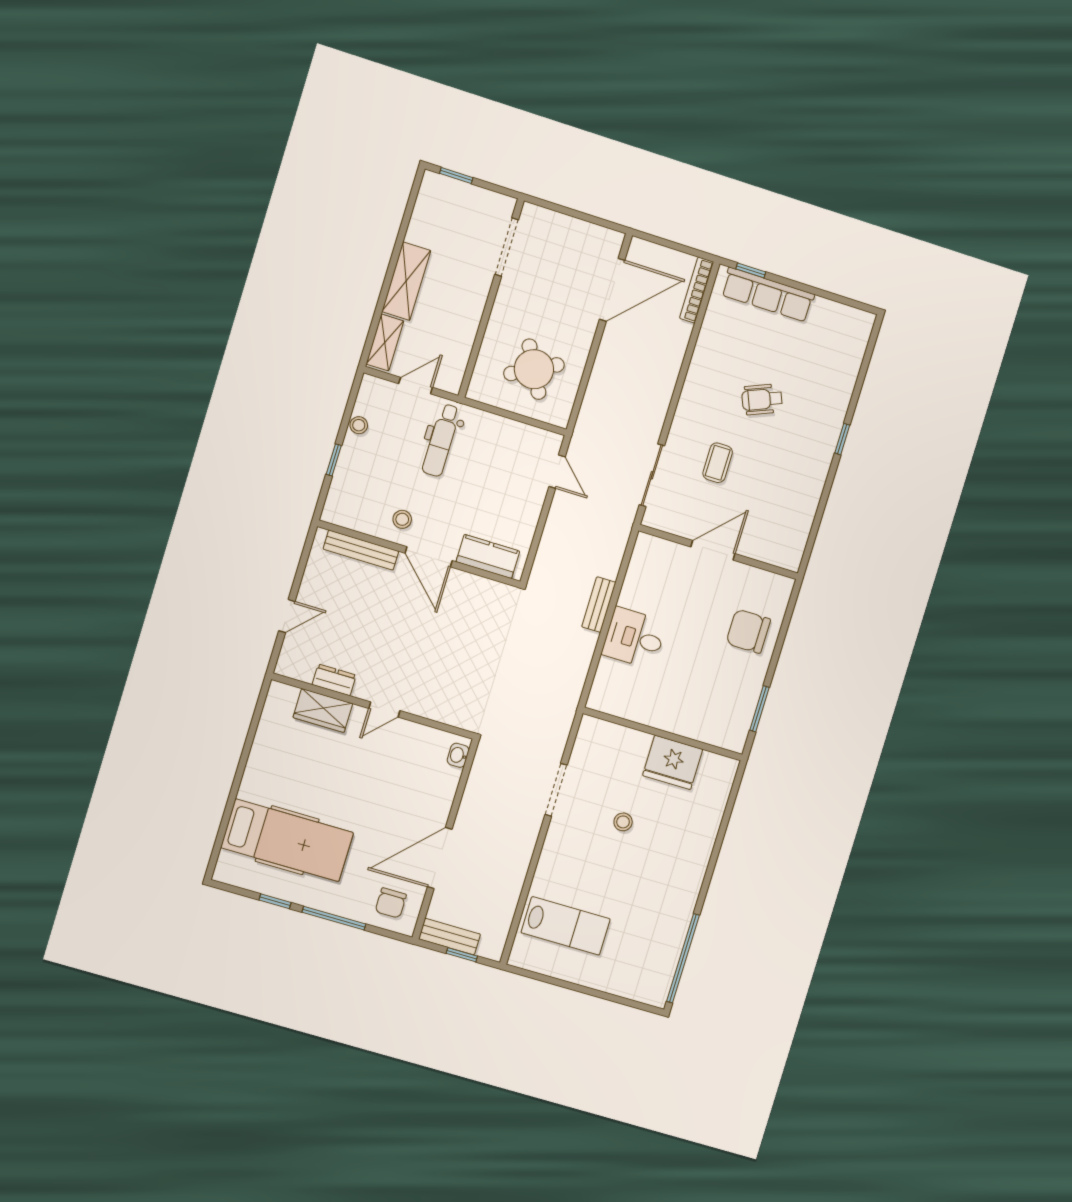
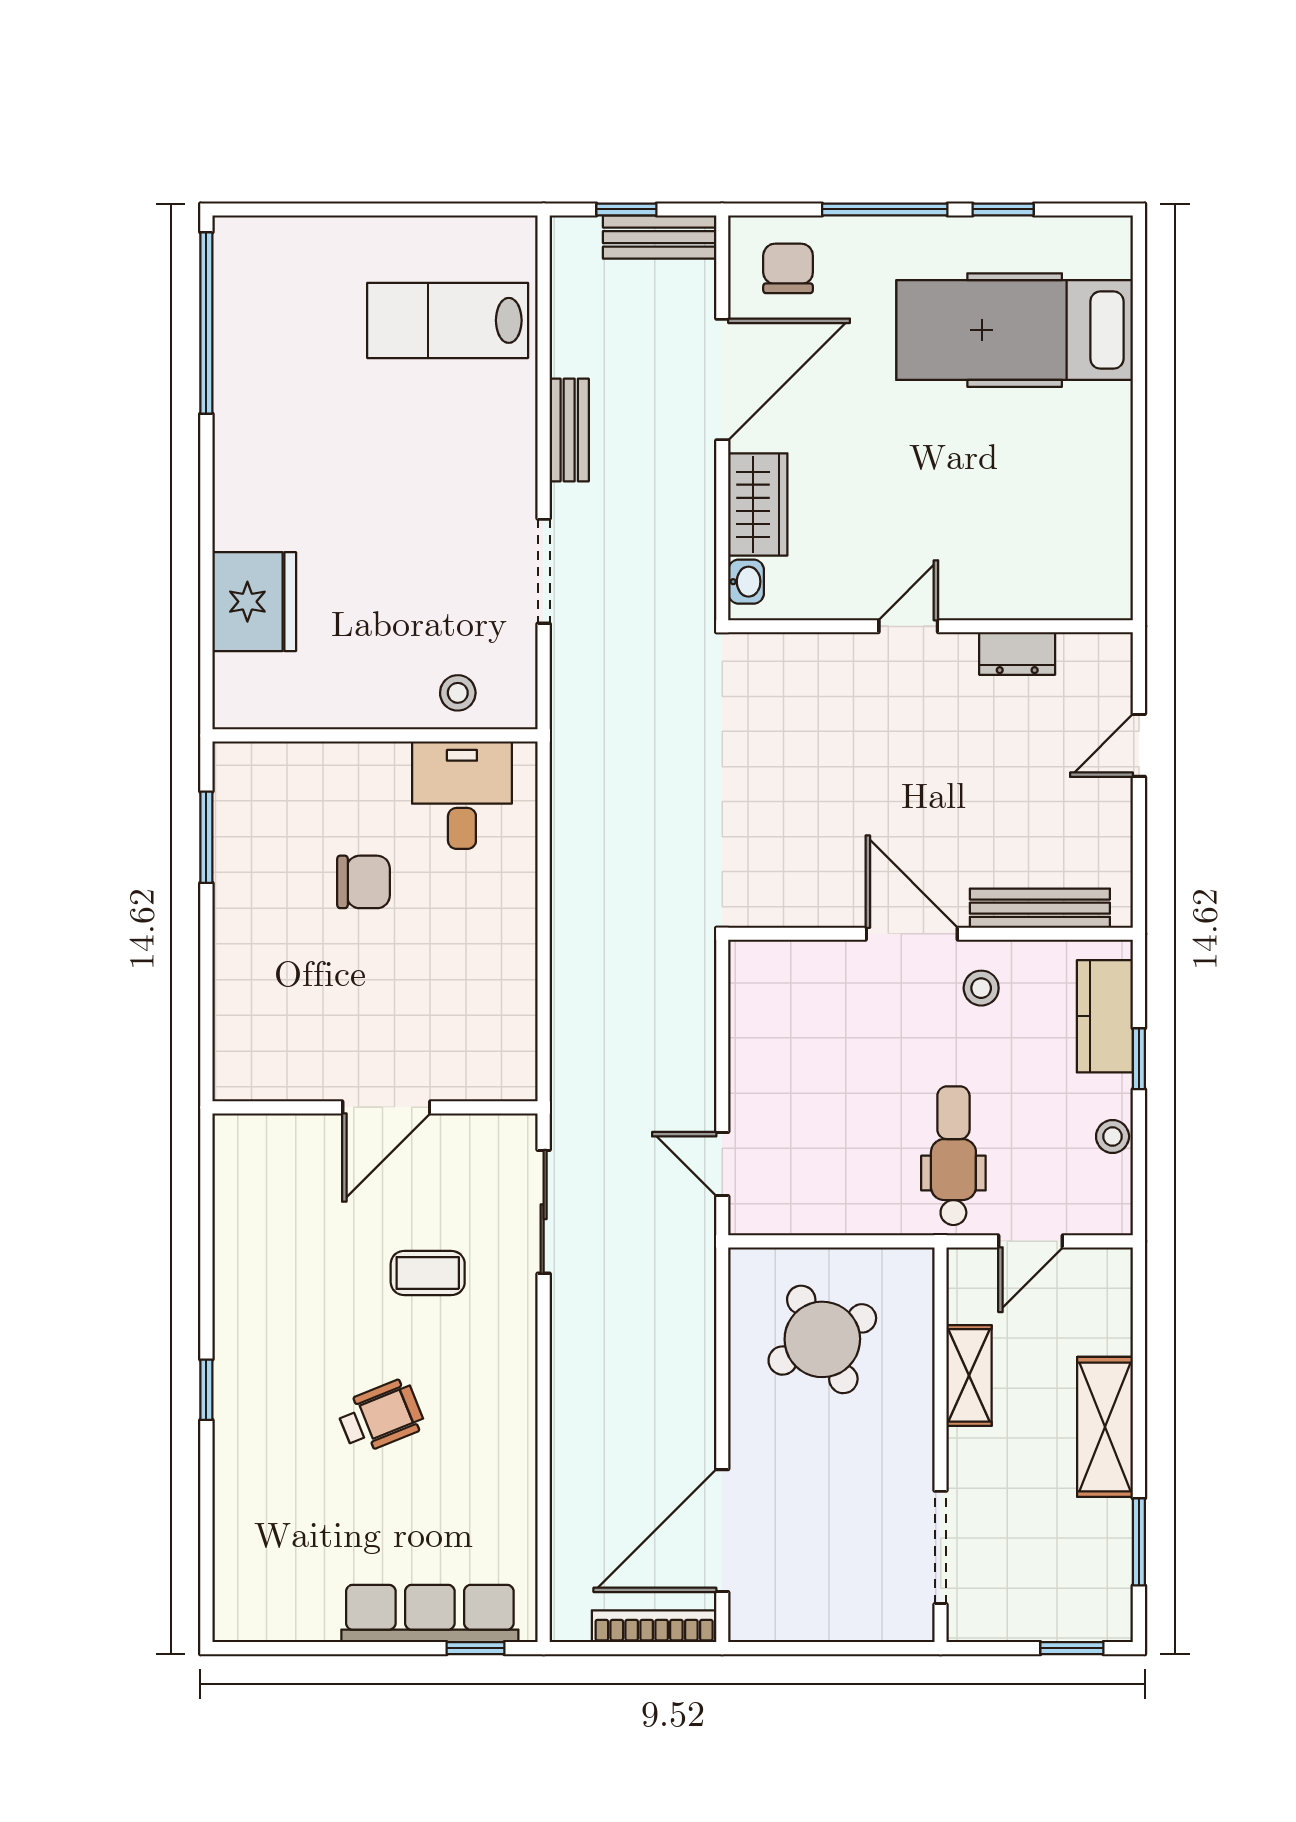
window: (407, 218) -> (1139, 1542), added
bookcase: (697, 290) -> (654, 1626), moved, turned -90
shelving: (385, 342) -> (969, 1375), moved
coffee table: (718, 463) -> (428, 1273), turned 90
kitchen counter: (488, 556) -> (1105, 1016), moved, turned 90
bench: (599, 605) -> (569, 430), moved
chair: (748, 631) -> (364, 882), moved, width x0.73, depth x0.73
desk: (634, 638) -> (462, 795), moved, turned -90
wardrobe: (323, 710) -> (758, 504), moved, turned 90
fridge: (673, 762) -> (254, 602), moved, turned 90
stool: (623, 822) -> (458, 693), moved

